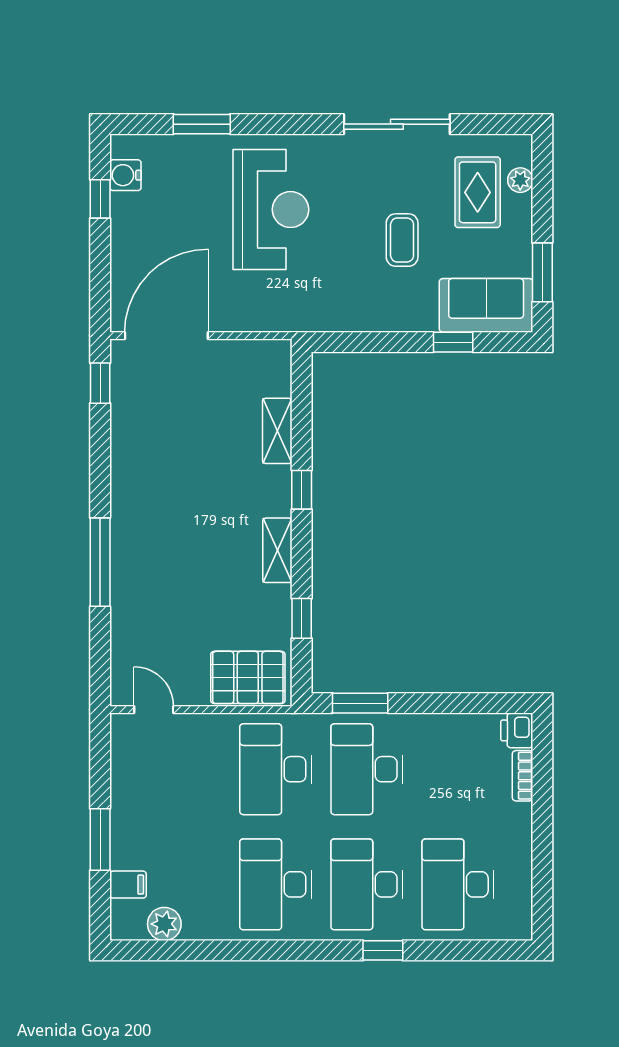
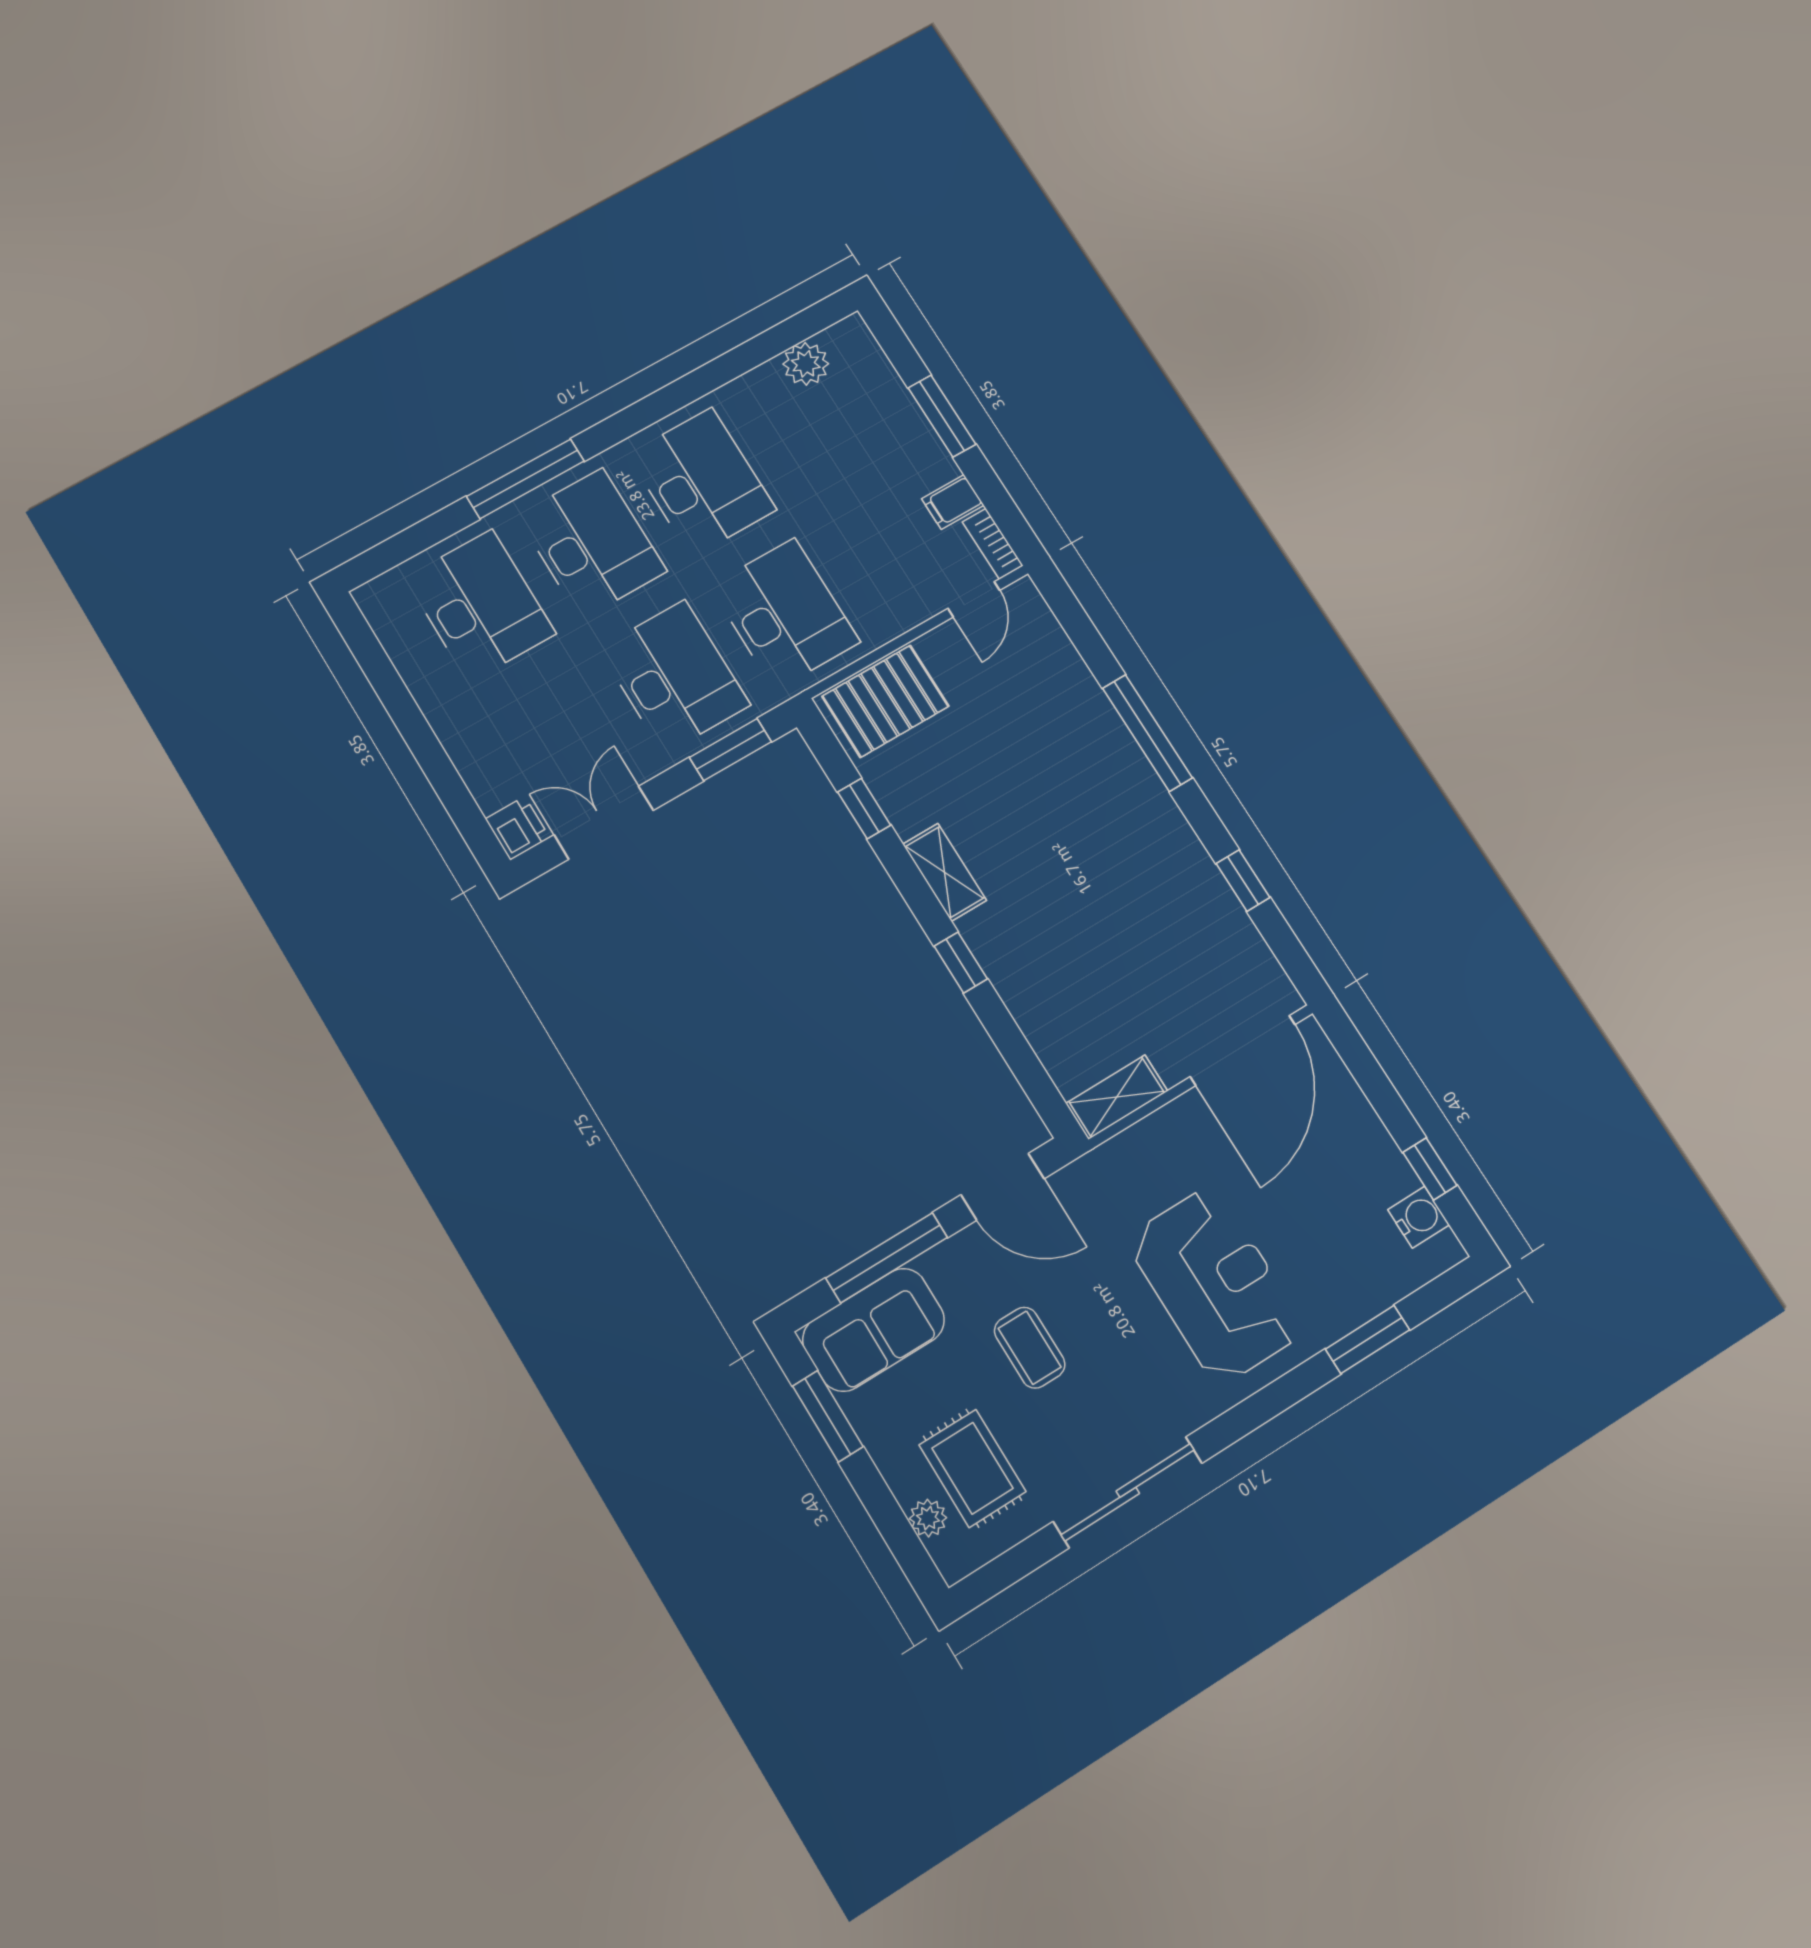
reception desk: (271, 210) -> (1215, 1285), turned 180
door: (360, 342) -> (1003, 1187), added
window: (453, 342) -> (887, 1258), width x2.17
window: (100, 383) -> (1243, 881), moved
shelving: (277, 431) -> (1117, 1097), moved, turned 90
double door: (463, 703) -> (604, 823), added
door: (154, 710) -> (974, 599), hinge flipped
bookcase: (523, 776) -> (993, 544), moved, turned 180
filing cabinet: (128, 885) -> (953, 502), moved
window: (383, 950) -> (525, 479), width x2.17

